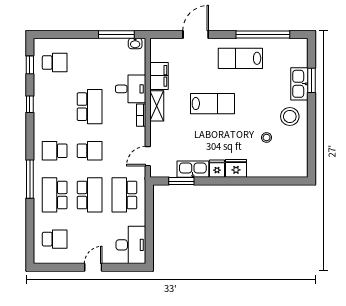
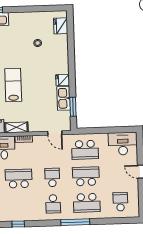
stool: (290, 116) -> (21, 26), removed
fridge: (236, 168) -> (61, 26), moved

